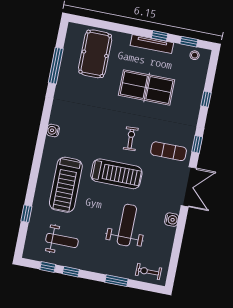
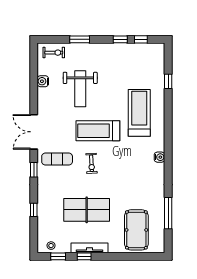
water cooler: (172, 220) -> (43, 81), moved
weight bench: (62, 240) -> (133, 65), removed

